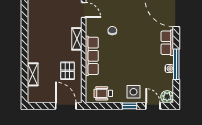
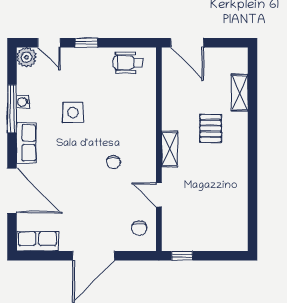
row of seats: (92, 56) -> (146, 122), removed
pallet: (68, 71) -> (211, 128), moved
side table: (133, 92) -> (73, 112), moved
wheelchair: (103, 93) -> (128, 63), turned 180

